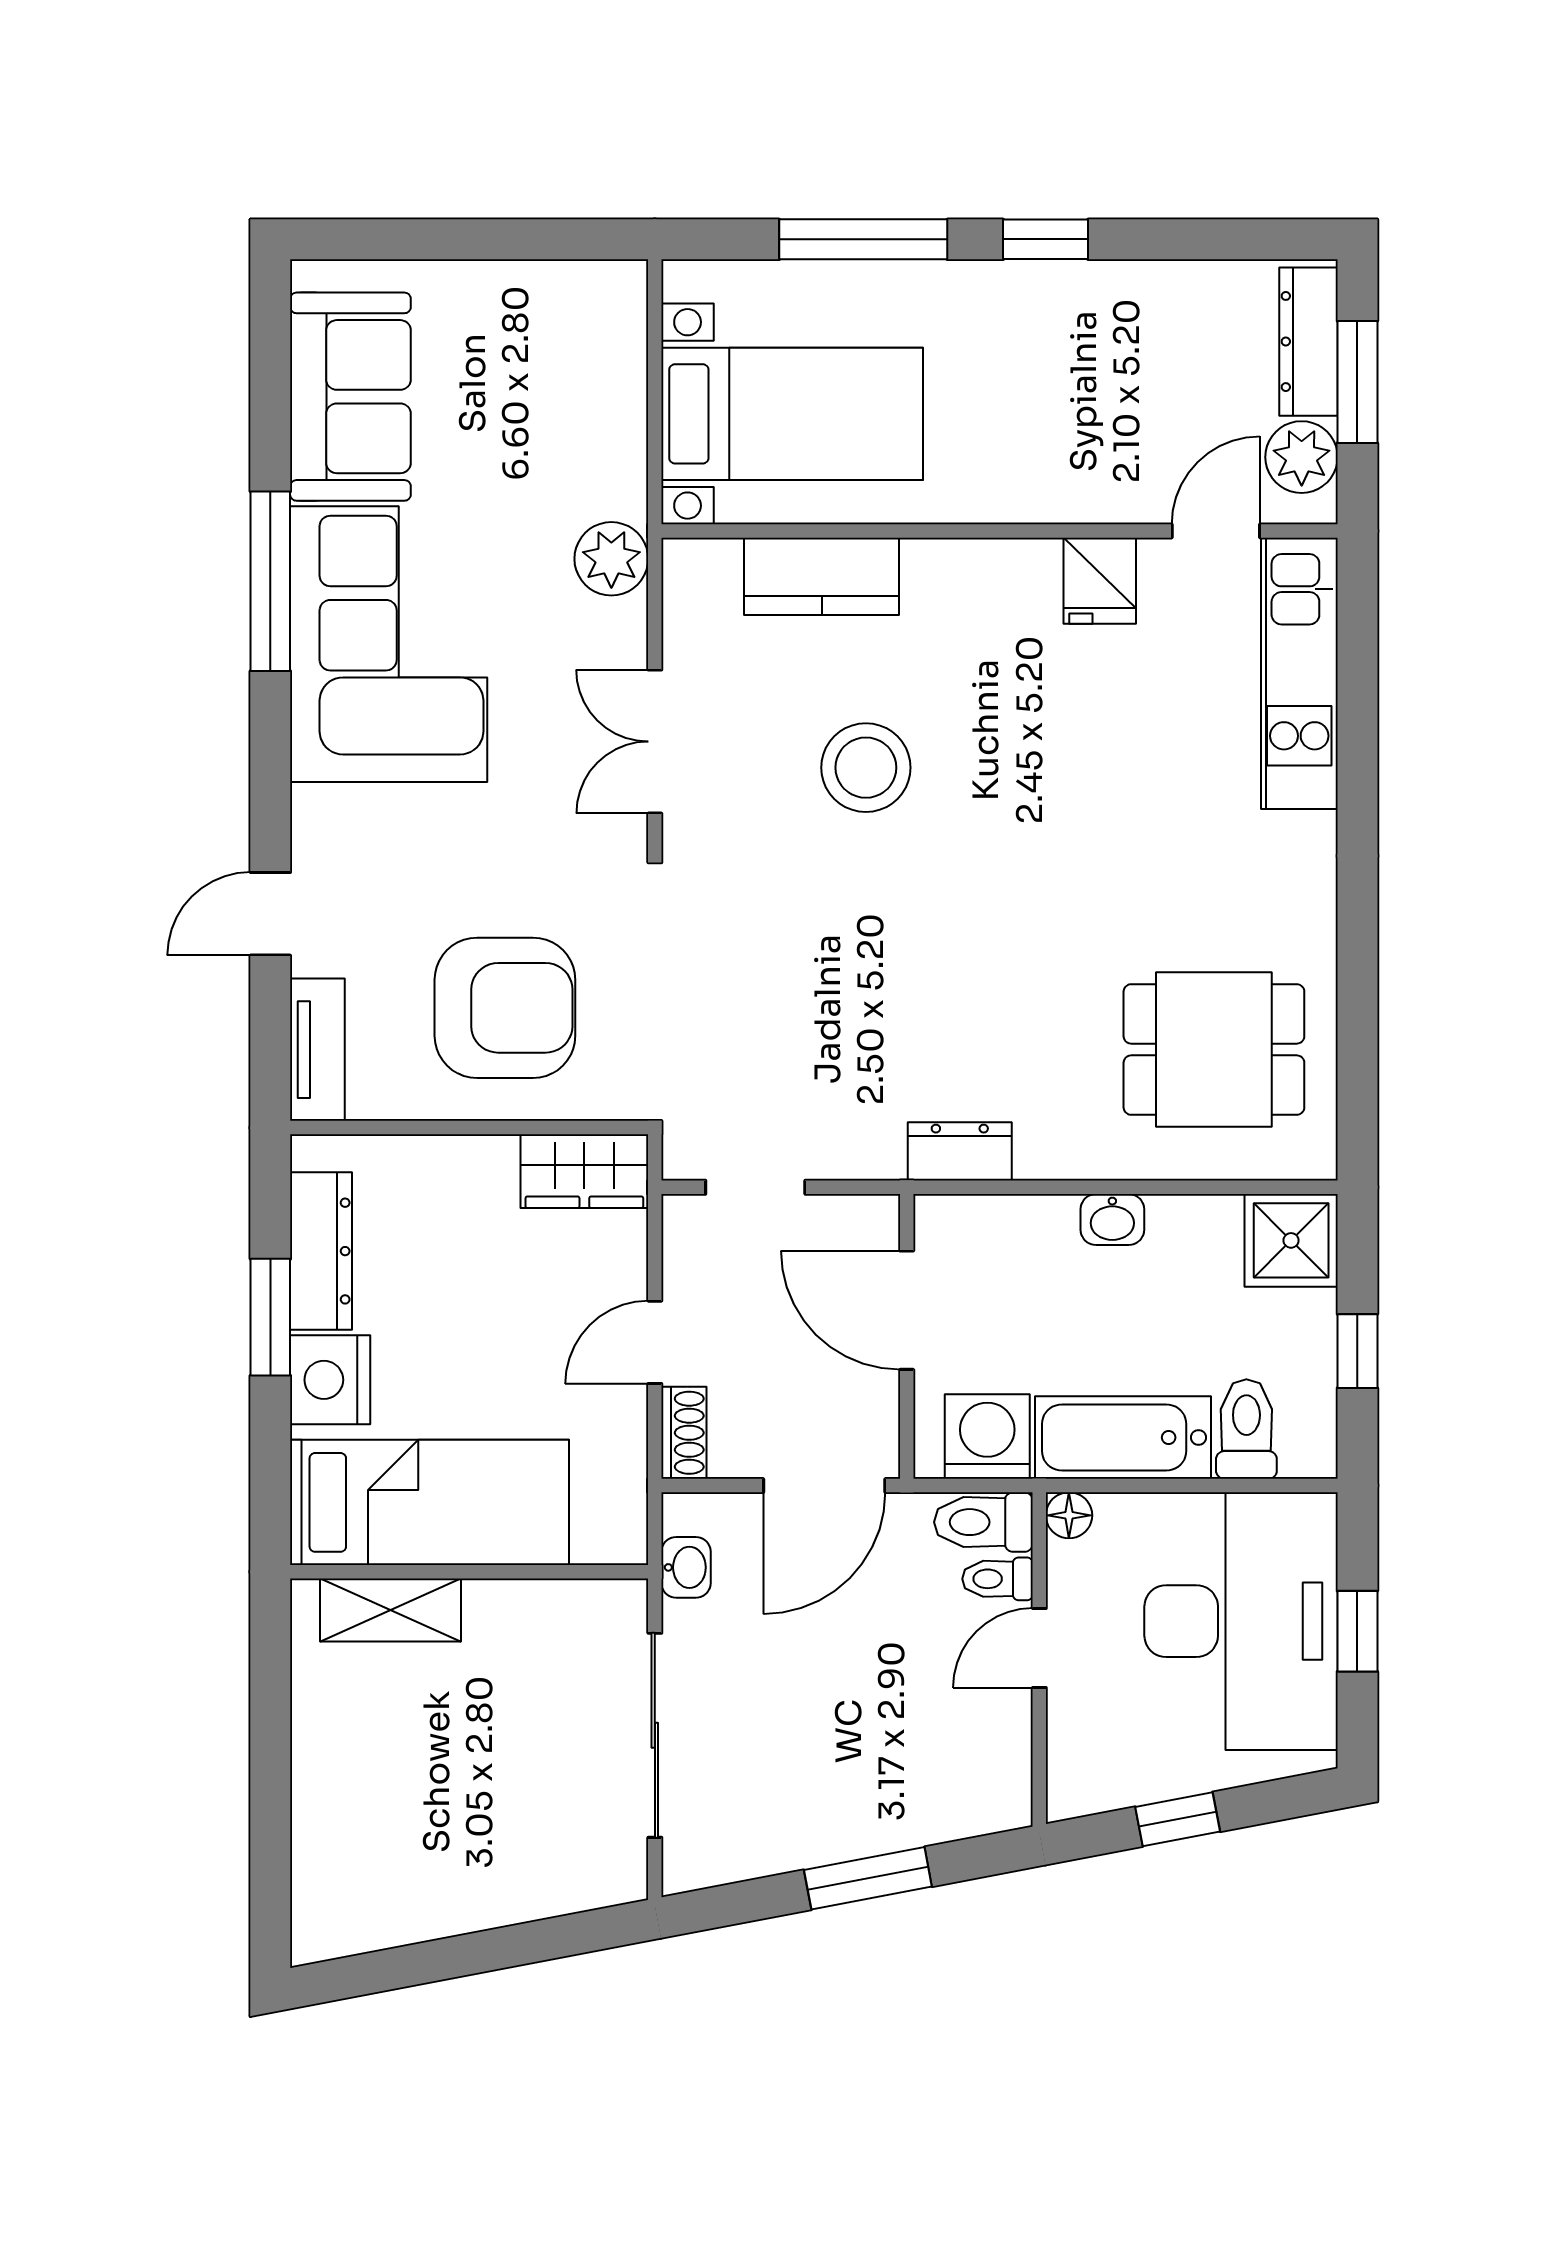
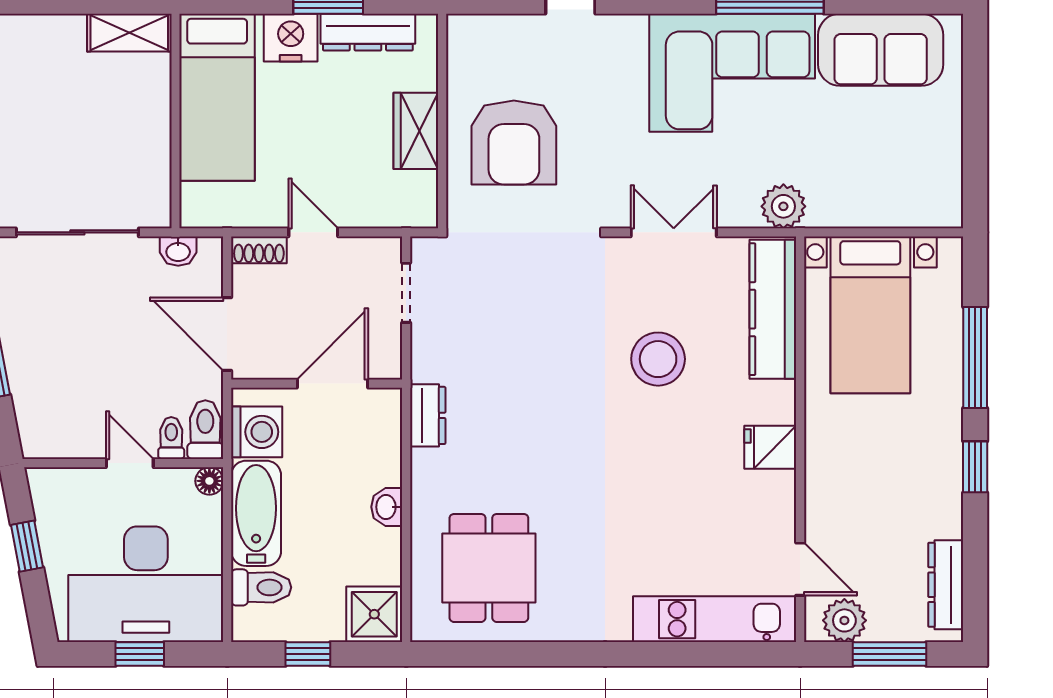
dresser: (1309, 342) -> (946, 585), moved, turned -90
kitchen counter: (822, 576) -> (773, 309), width x1.50
fridge: (1100, 581) -> (770, 447), moved
tv unit: (317, 1050) -> (489, 30), removed
wardrobe: (584, 1171) -> (416, 131), moved
shelving: (390, 1610) -> (129, 33), moved, turned 90

